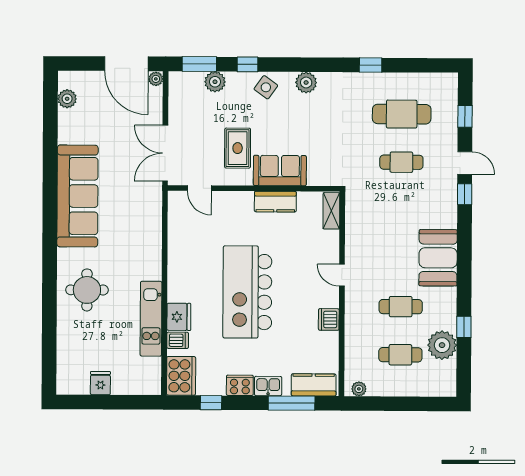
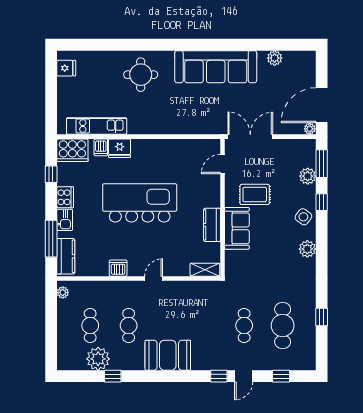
window: (371, 65) -> (322, 317), moved
plant: (67, 99) -> (275, 58), moved
kitchen unit: (151, 319) -> (97, 126), moved
fridge: (100, 383) -> (66, 68), moved

